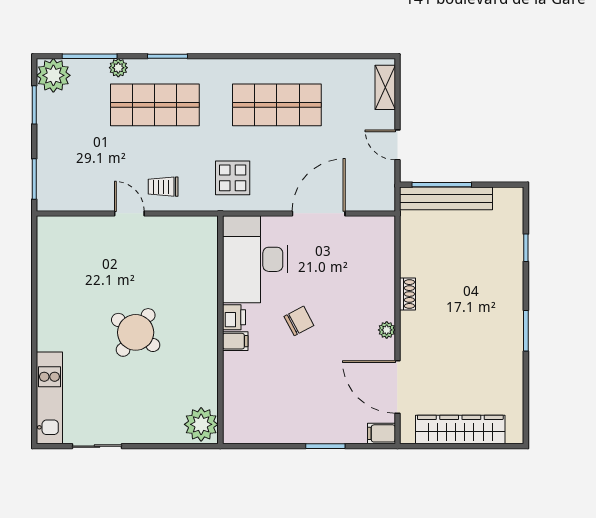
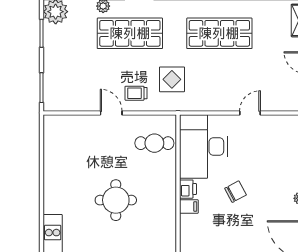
display table: (233, 178) -> (172, 79), moved
door: (319, 213) -> (250, 113), width x0.53
cafe table: (188, 255) -> (154, 143), added
round table: (136, 332) -> (116, 200), turned -36

